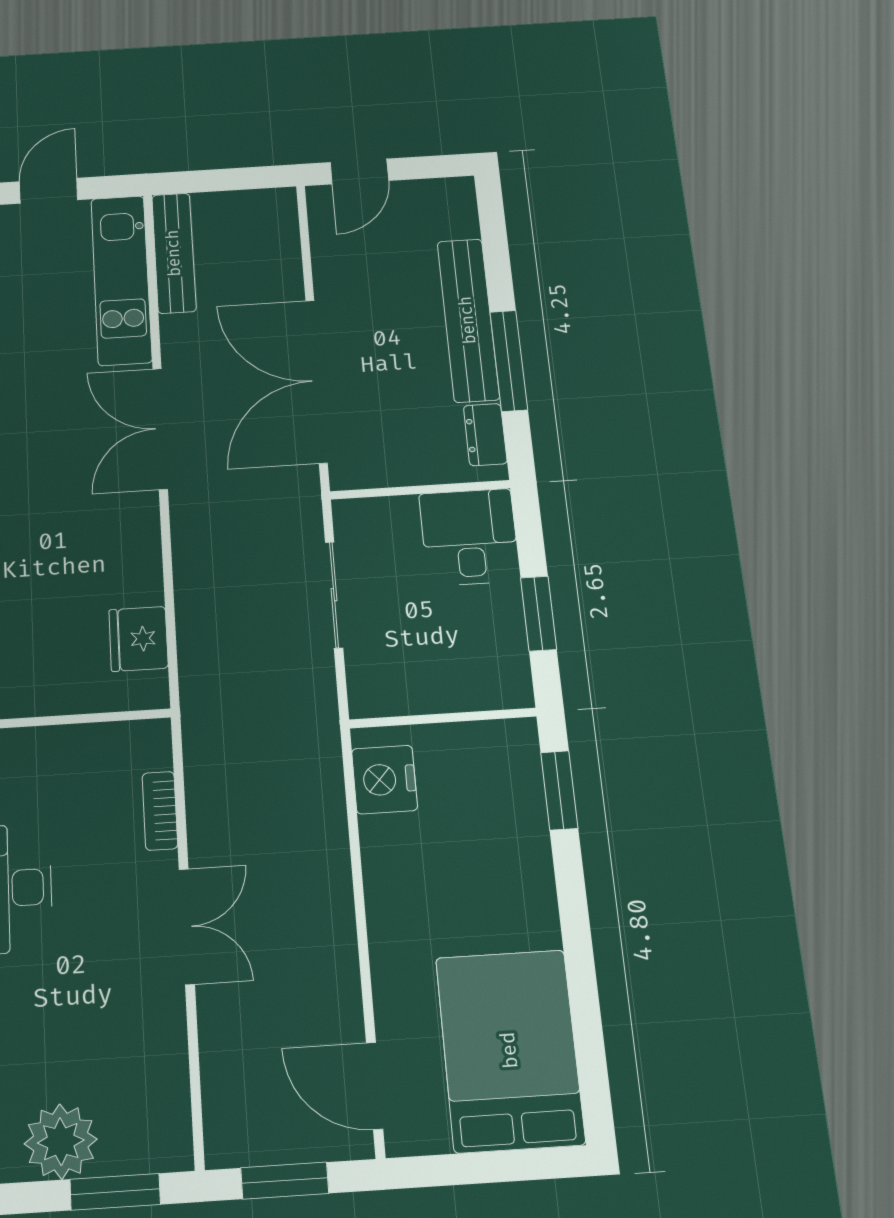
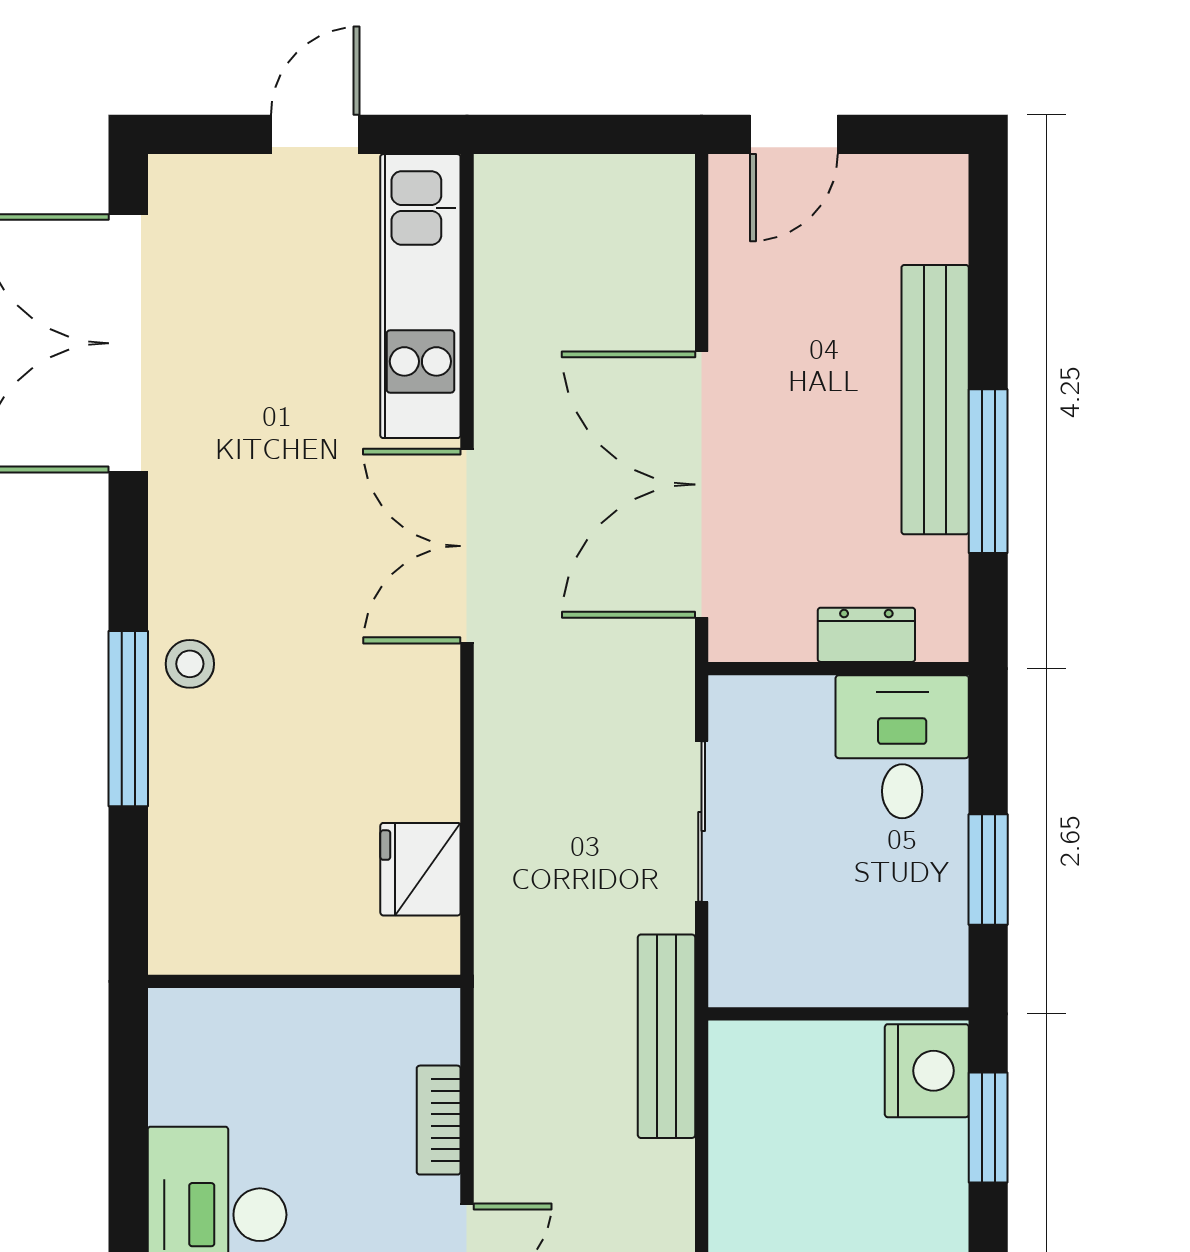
bench: (174, 253) -> (666, 1036), moved
dresser: (485, 435) -> (866, 635), moved, turned 90
nightstand: (384, 780) -> (927, 1071), moved, turned 180

